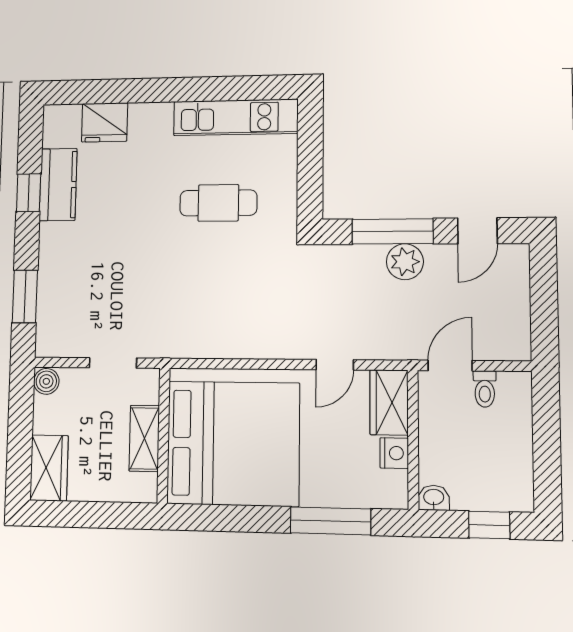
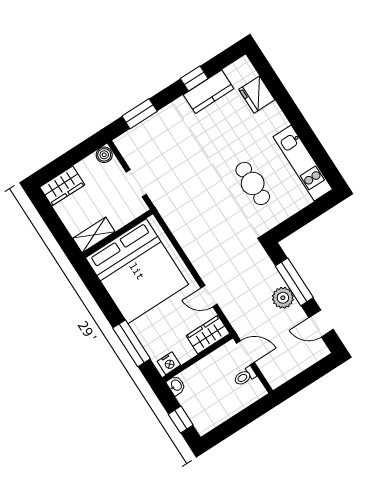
shelving: (144, 438) -> (94, 235), moved
nightstand: (394, 453) -> (169, 363), moved

